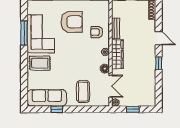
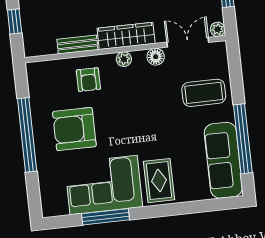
armchair: (72, 22) -> (74, 129), turned -90
window: (57, 109) -> (243, 139), width x3.17

